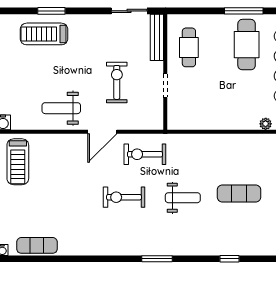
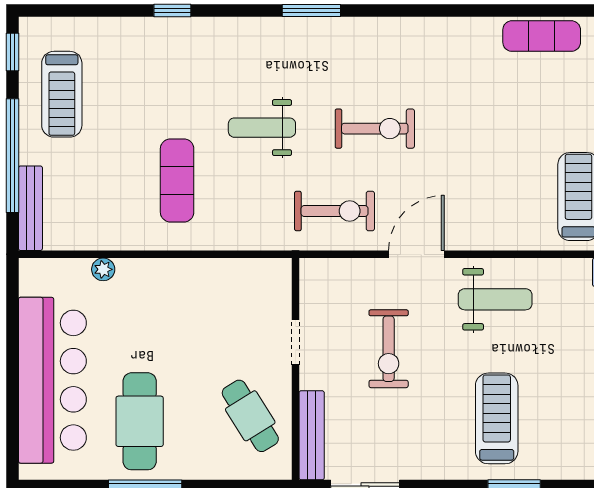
treadmill: (44, 34) -> (497, 418), moved, turned -90
cafe table: (189, 47) -> (250, 416), turned -32
exercise mat: (239, 193) -> (177, 180), moved, turned 90

